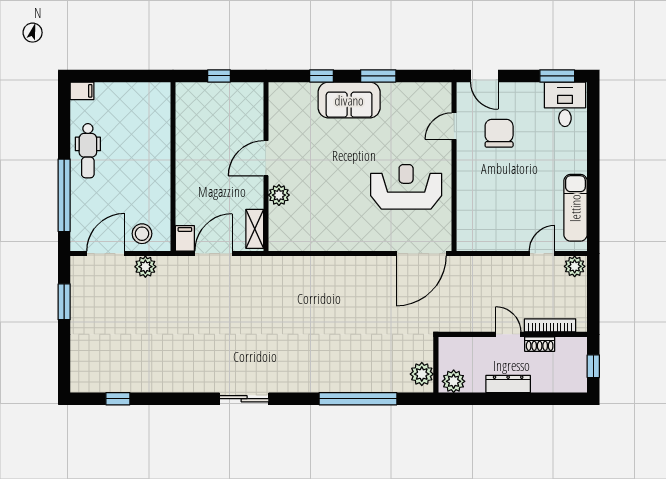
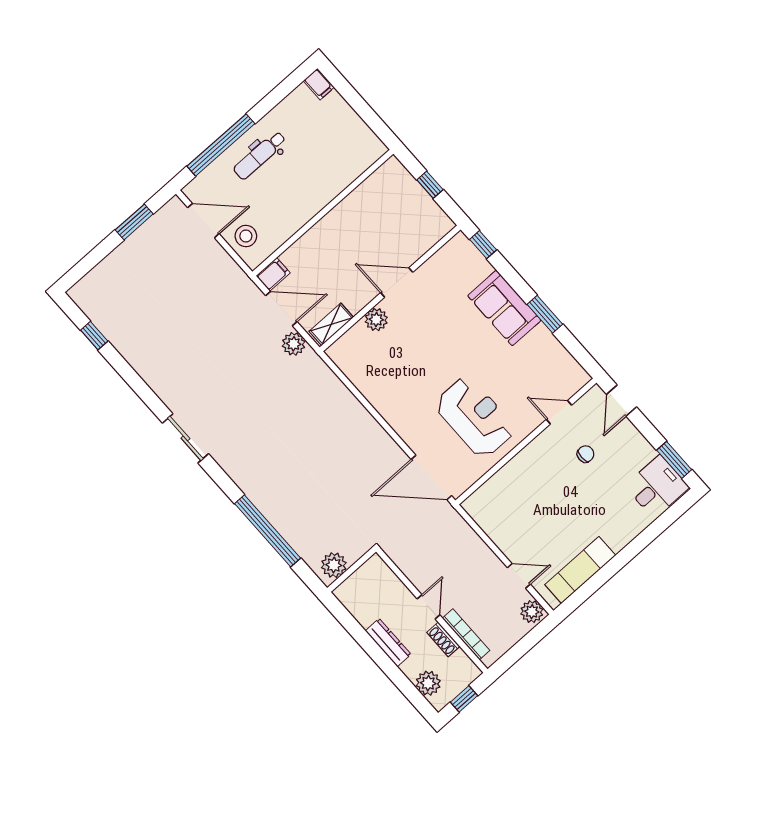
window: (322, 76) -> (483, 245), moved
chair: (499, 133) -> (586, 454), width x0.54, depth x0.54
dental chair: (88, 151) -> (260, 155), moved
plant: (145, 267) -> (294, 344), moved
plant: (454, 381) -> (428, 683), moved

